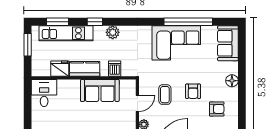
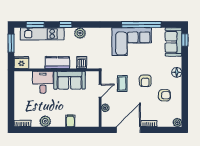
window: (242, 41) -> (185, 40), added
fridge: (60, 69) -> (21, 62), moved
desk: (44, 93) -> (43, 82), moved

